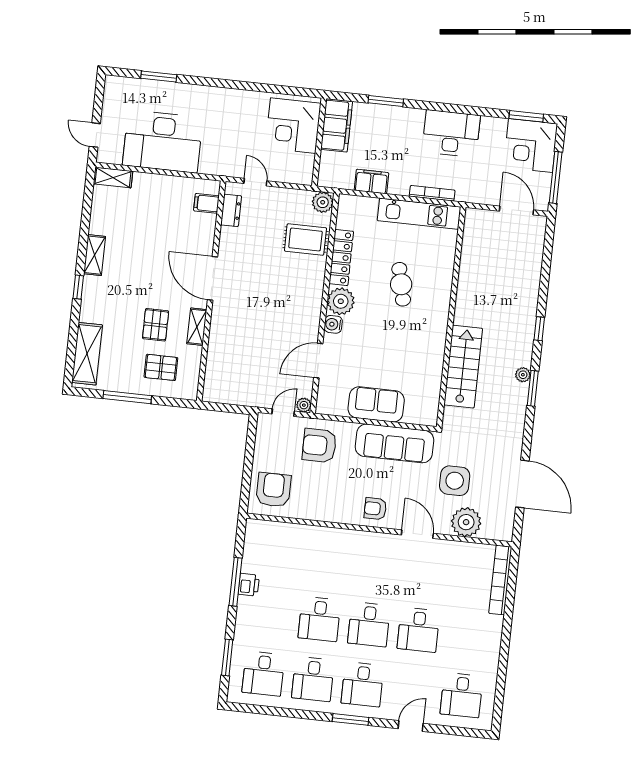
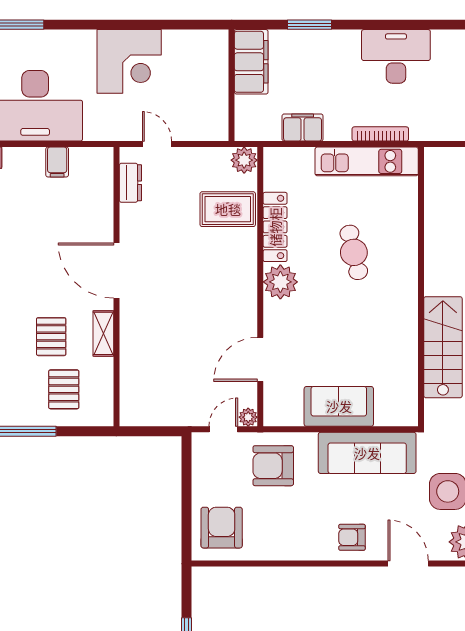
corner desk: (293, 126) -> (129, 61), moved, turned -90
filing cabinet: (206, 203) -> (57, 162), moved, turned -90
water cooler: (333, 324) -> (274, 312), removed
pallet: (161, 367) -> (64, 389), turned 90

